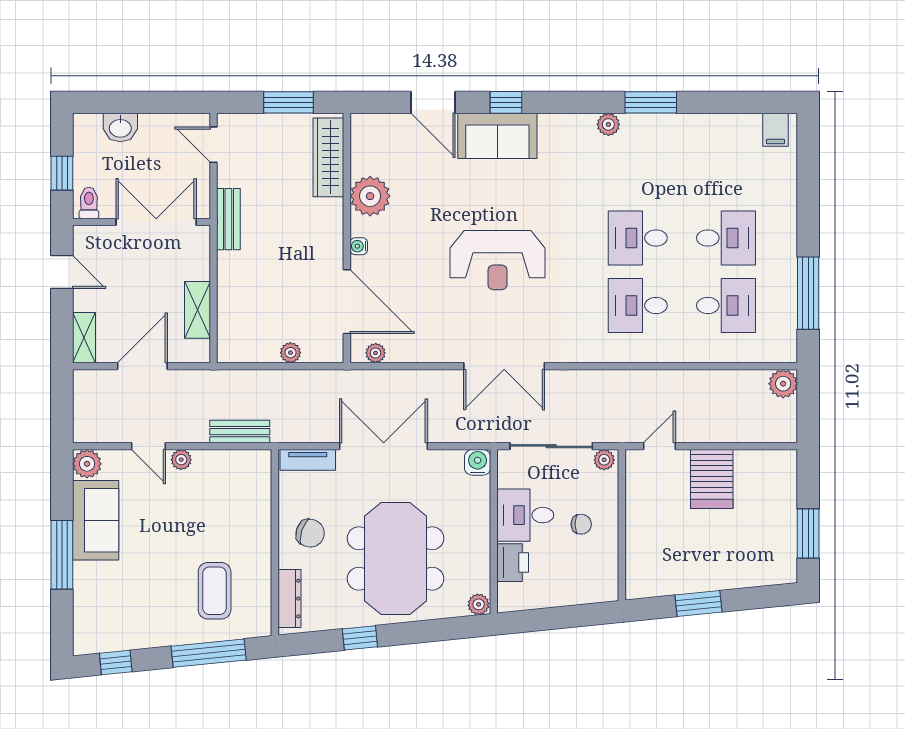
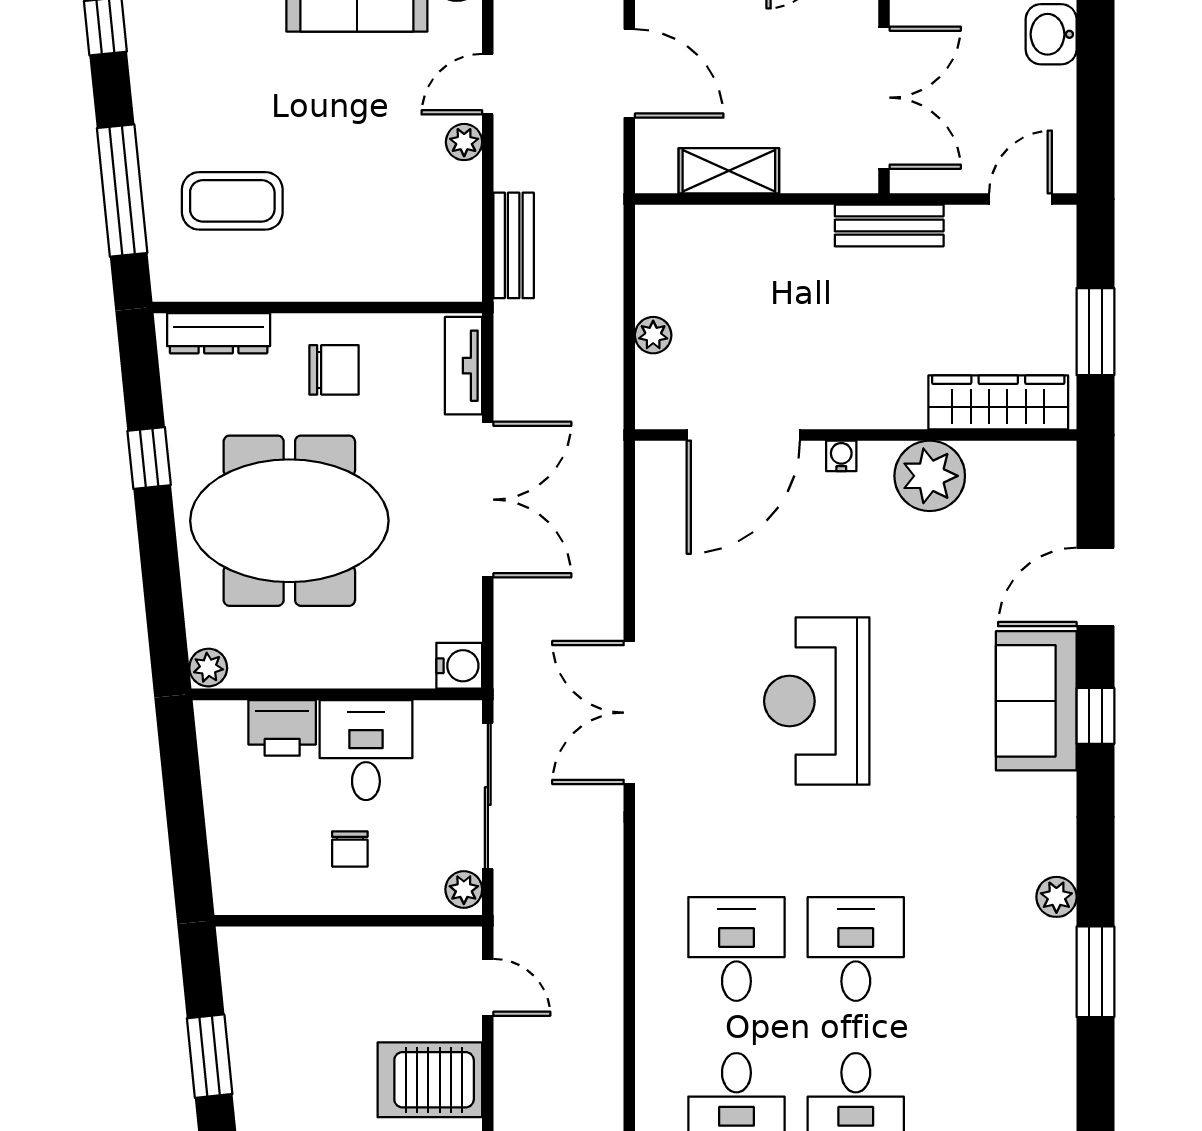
plant: (376, 353) -> (653, 485), removed
chair: (310, 533) -> (334, 370), turned -109

